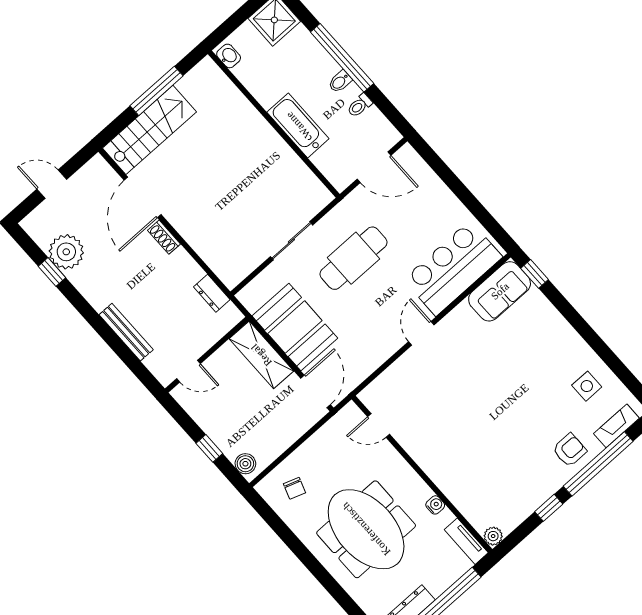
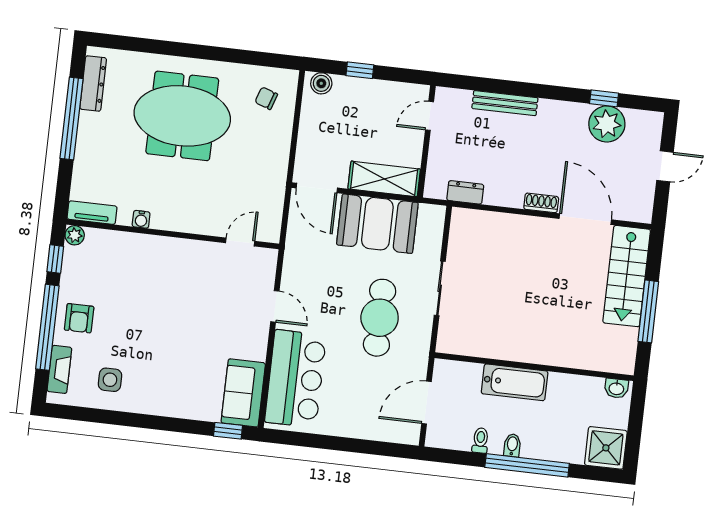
door: (379, 425) -> (240, 242), moved
wall: (422, 474) -> (173, 234), moved
water cooler: (435, 505) -> (141, 219), moved
plant: (493, 536) -> (75, 235), moved
tv unit: (466, 541) -> (92, 213), moved

